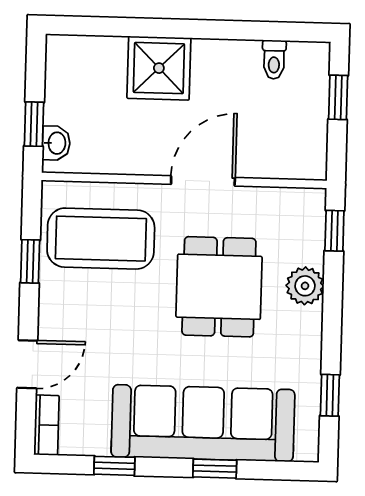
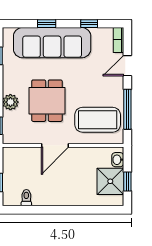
shower: (159, 68) -> (110, 181), moved
window: (34, 124) -> (127, 182), moved
window: (30, 261) -> (127, 109), width x2.17

